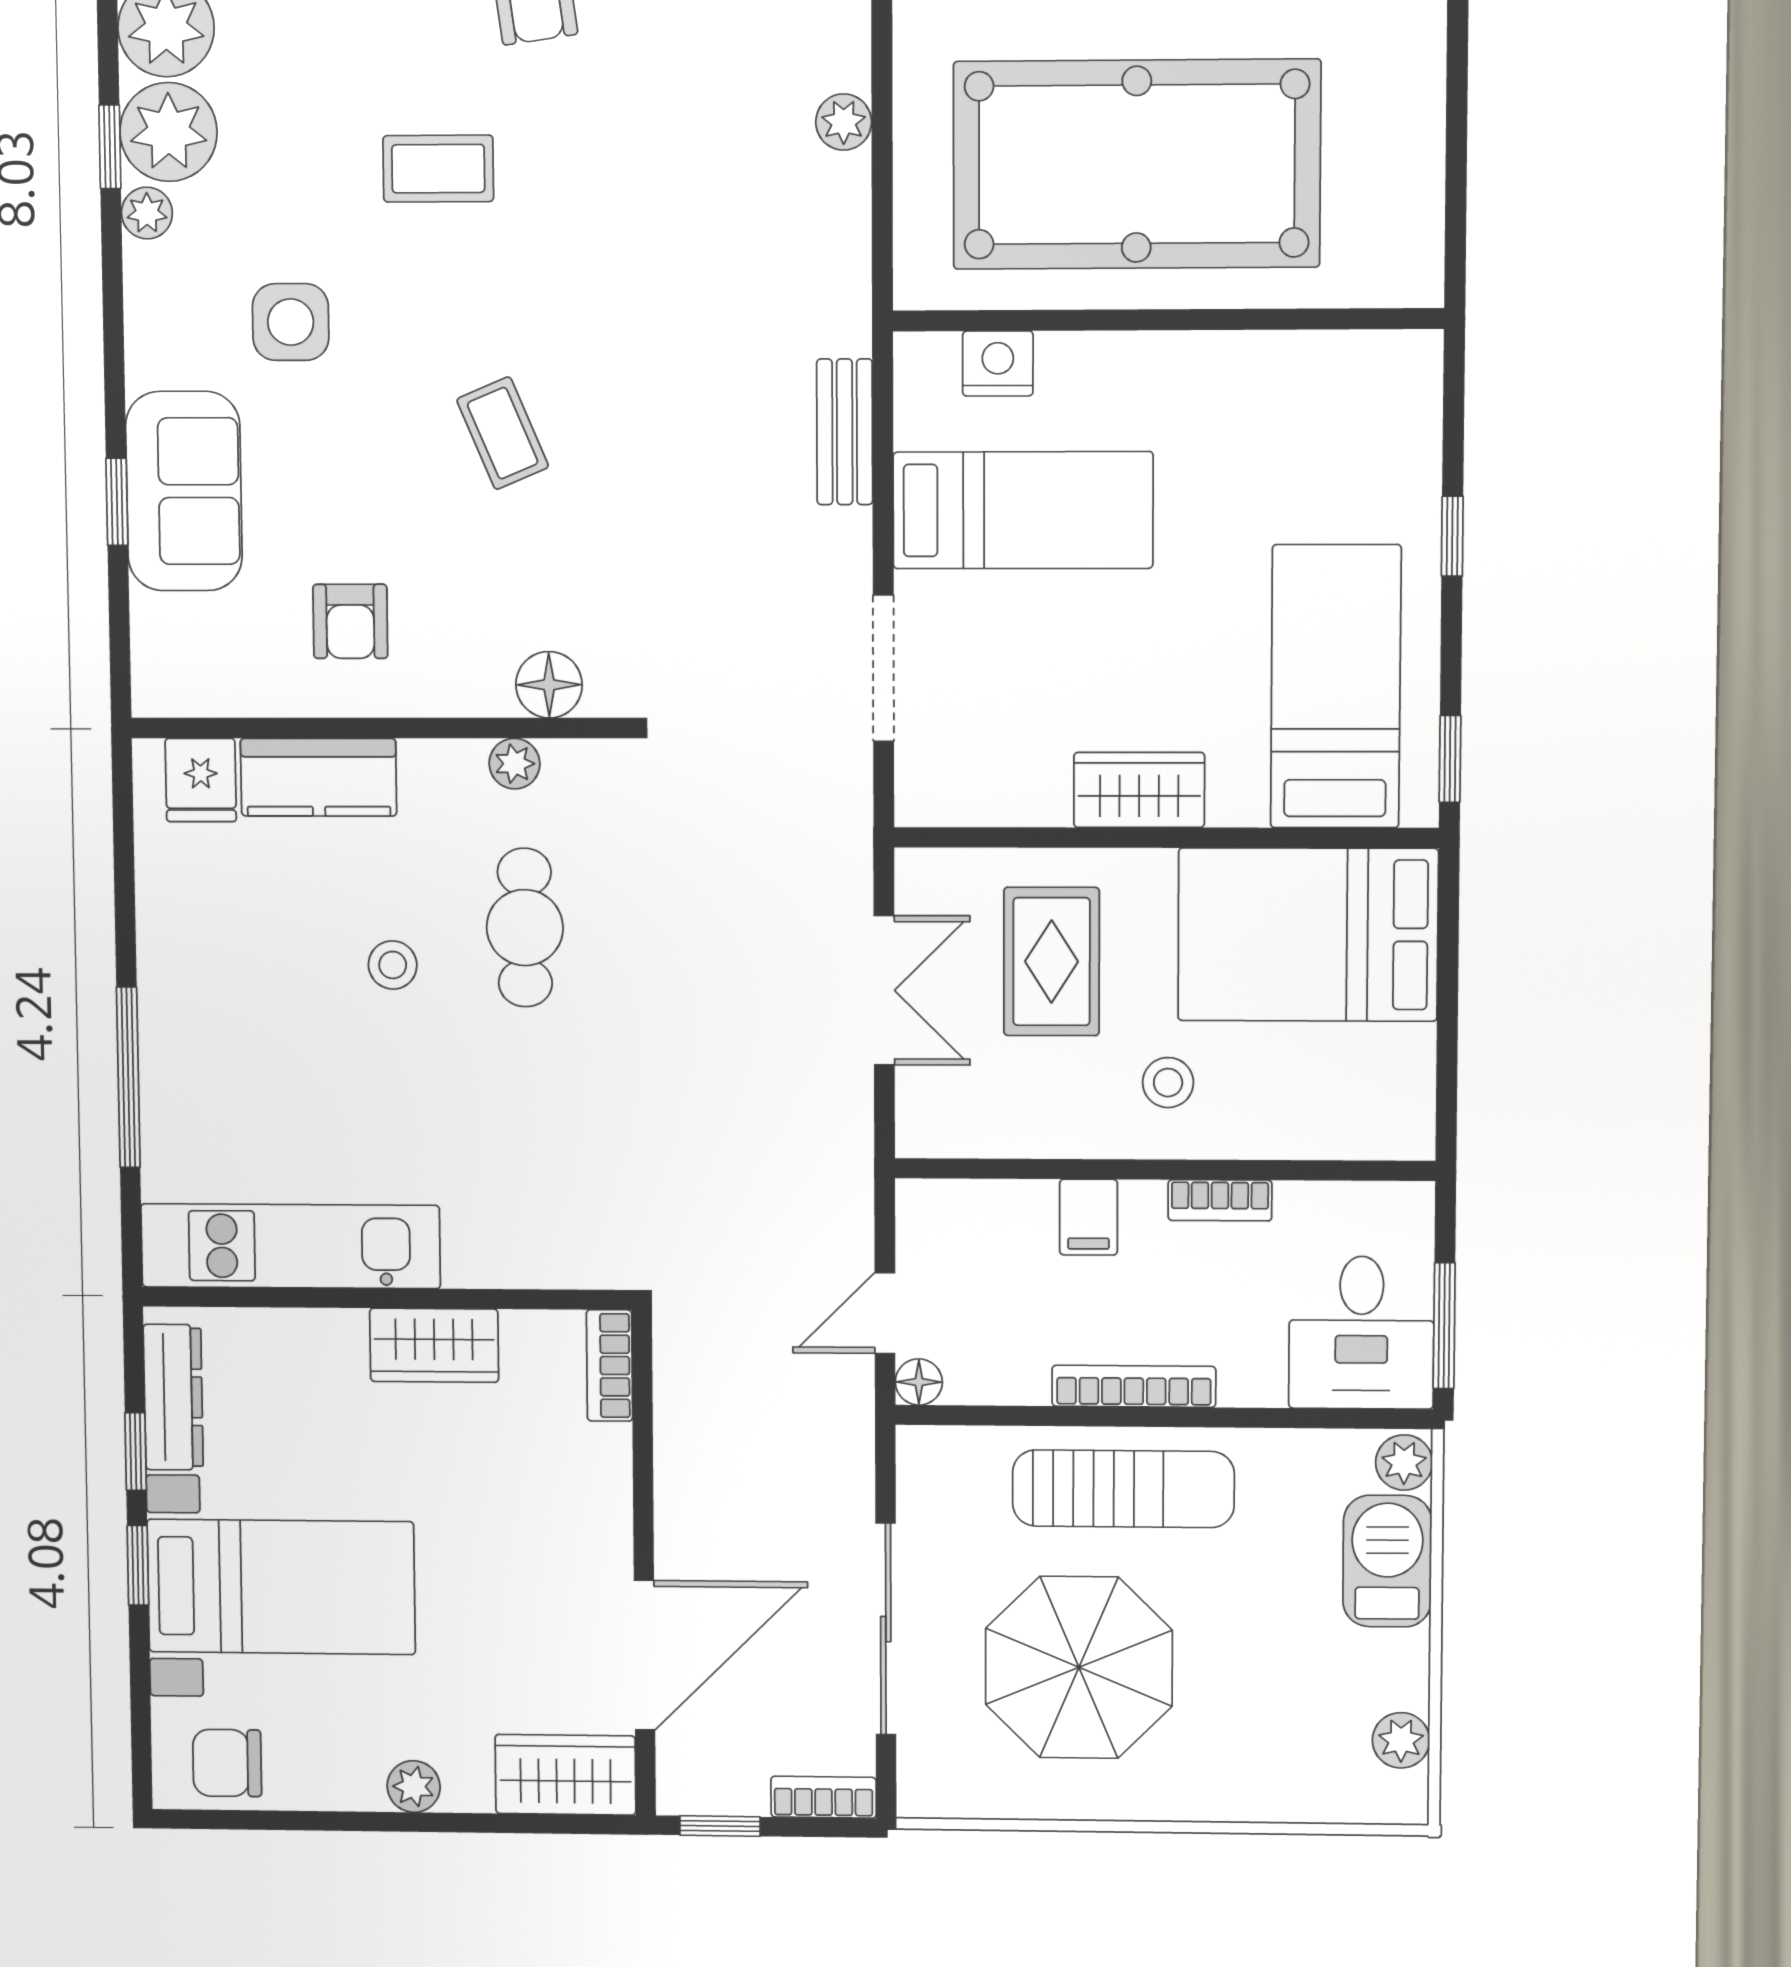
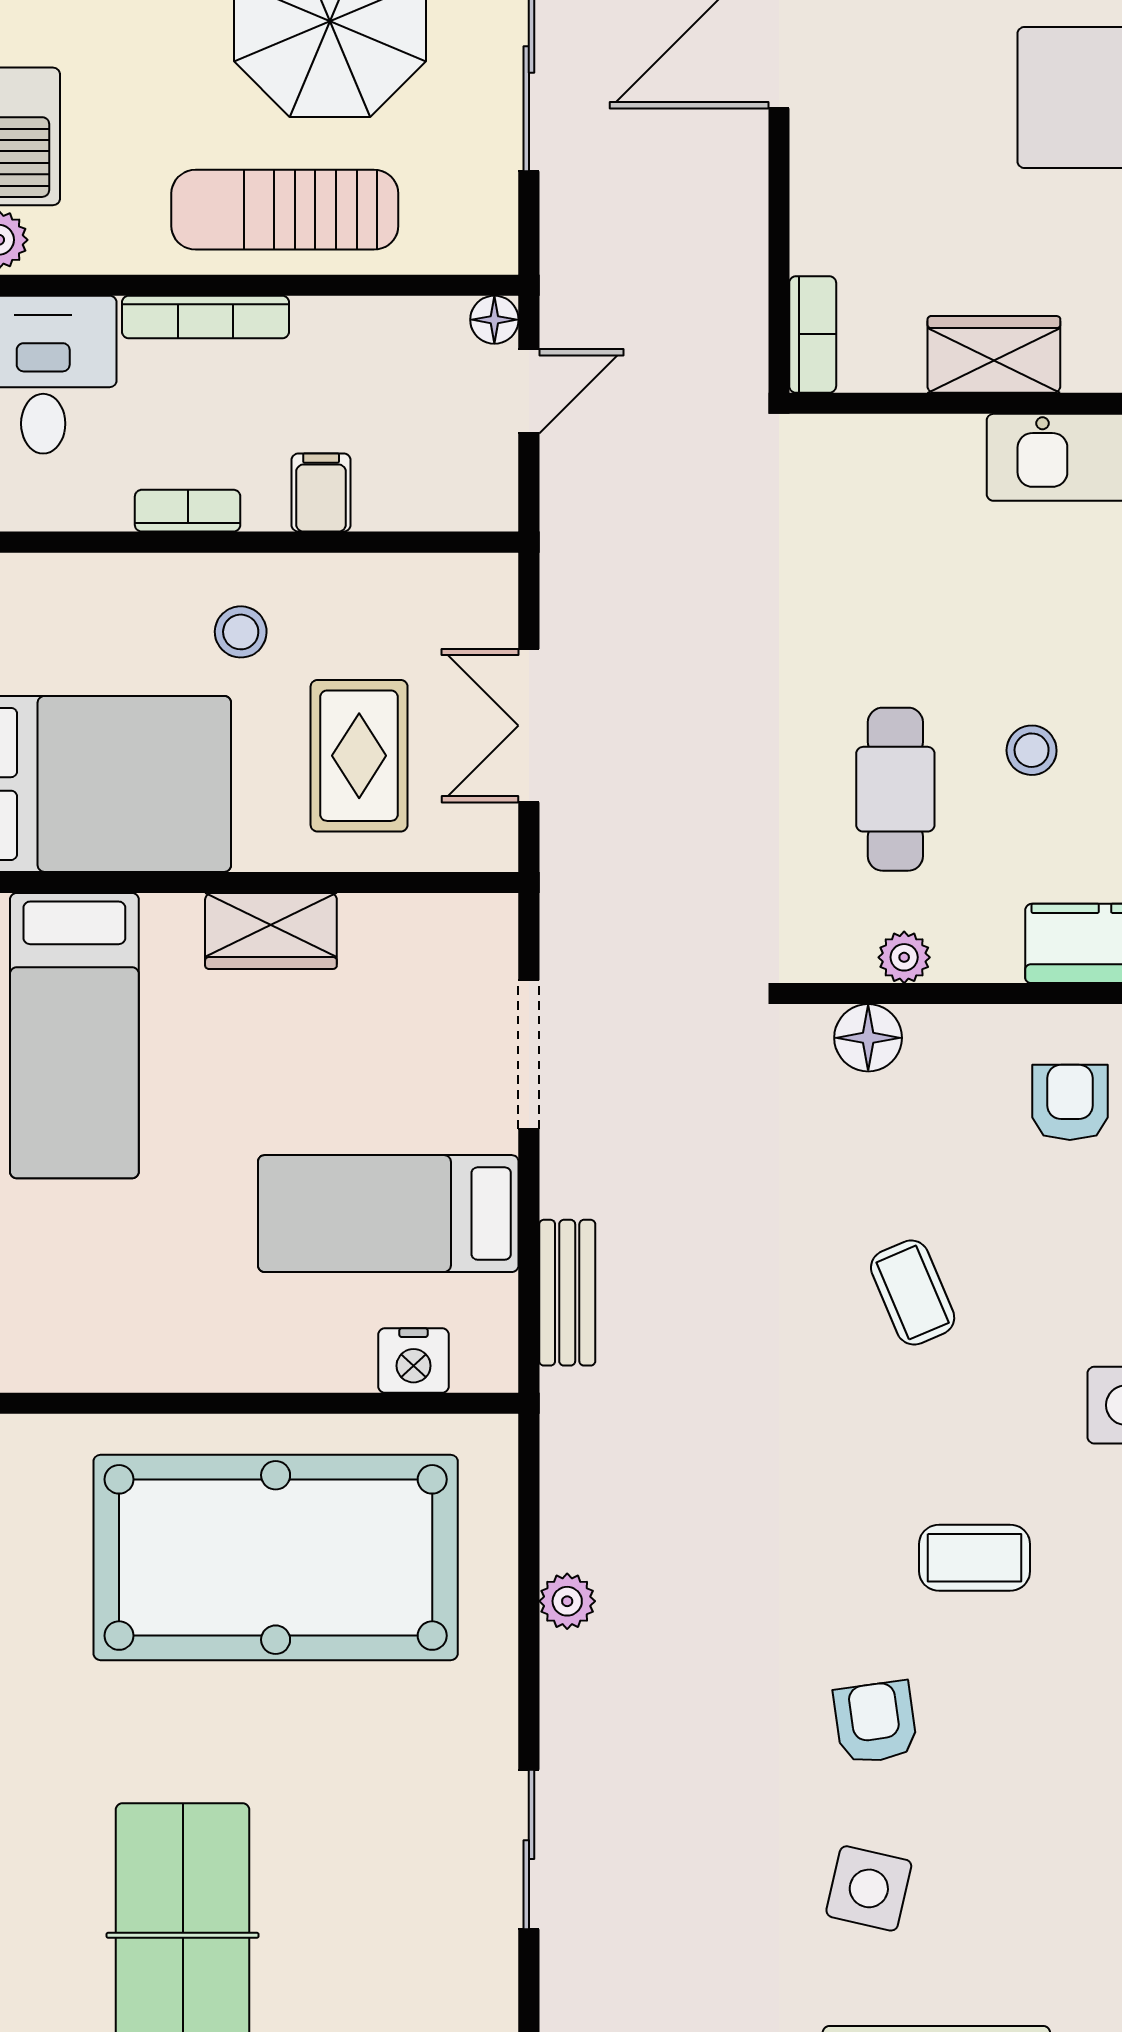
bookcase: (1134, 1386) -> (206, 317), moved

